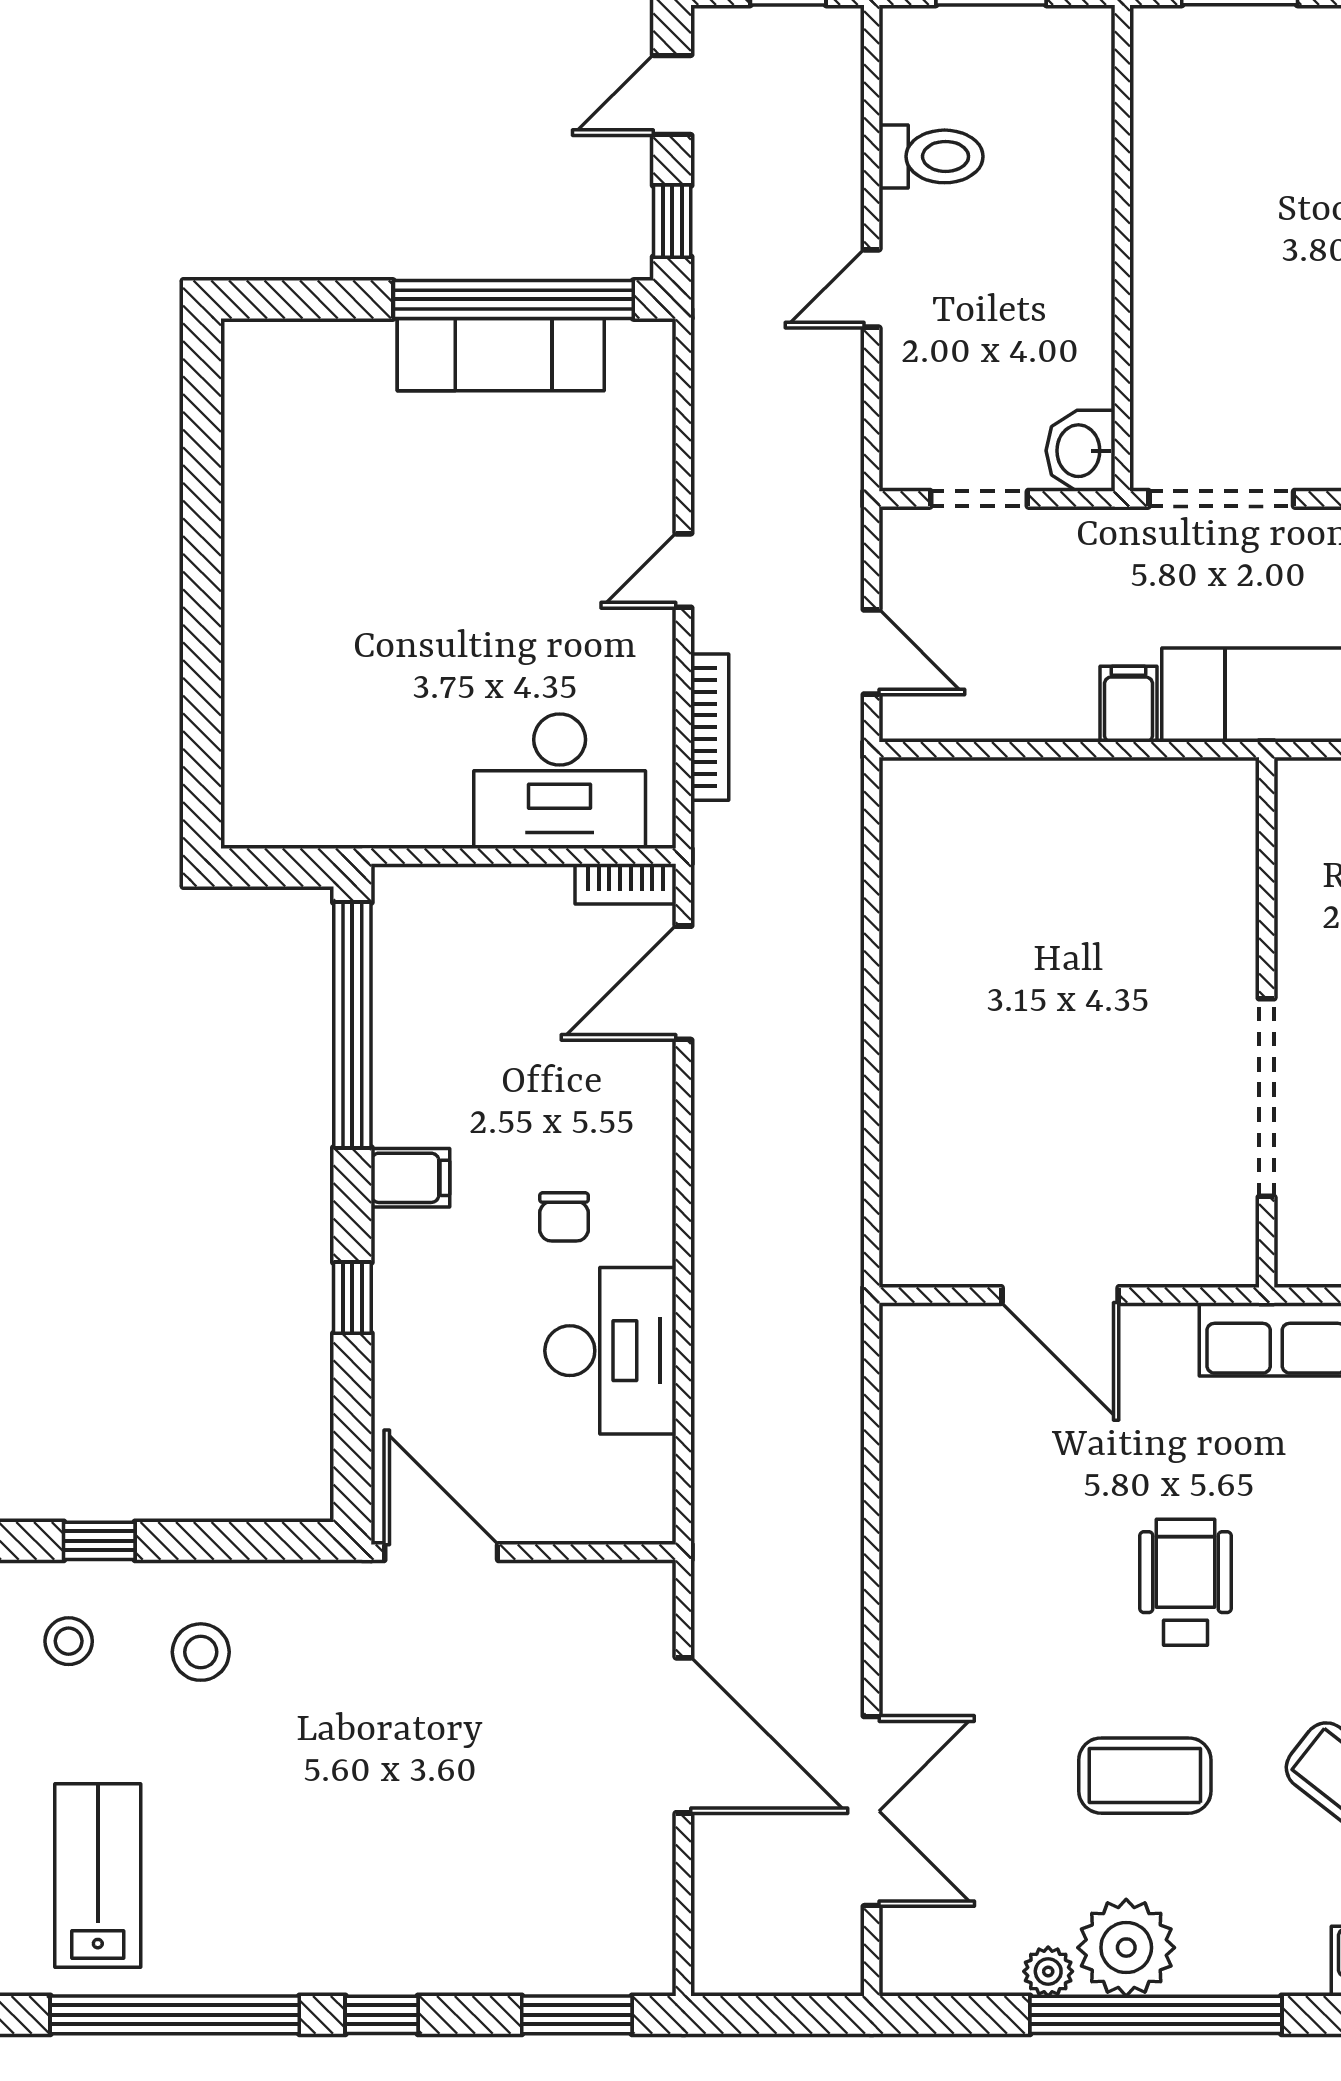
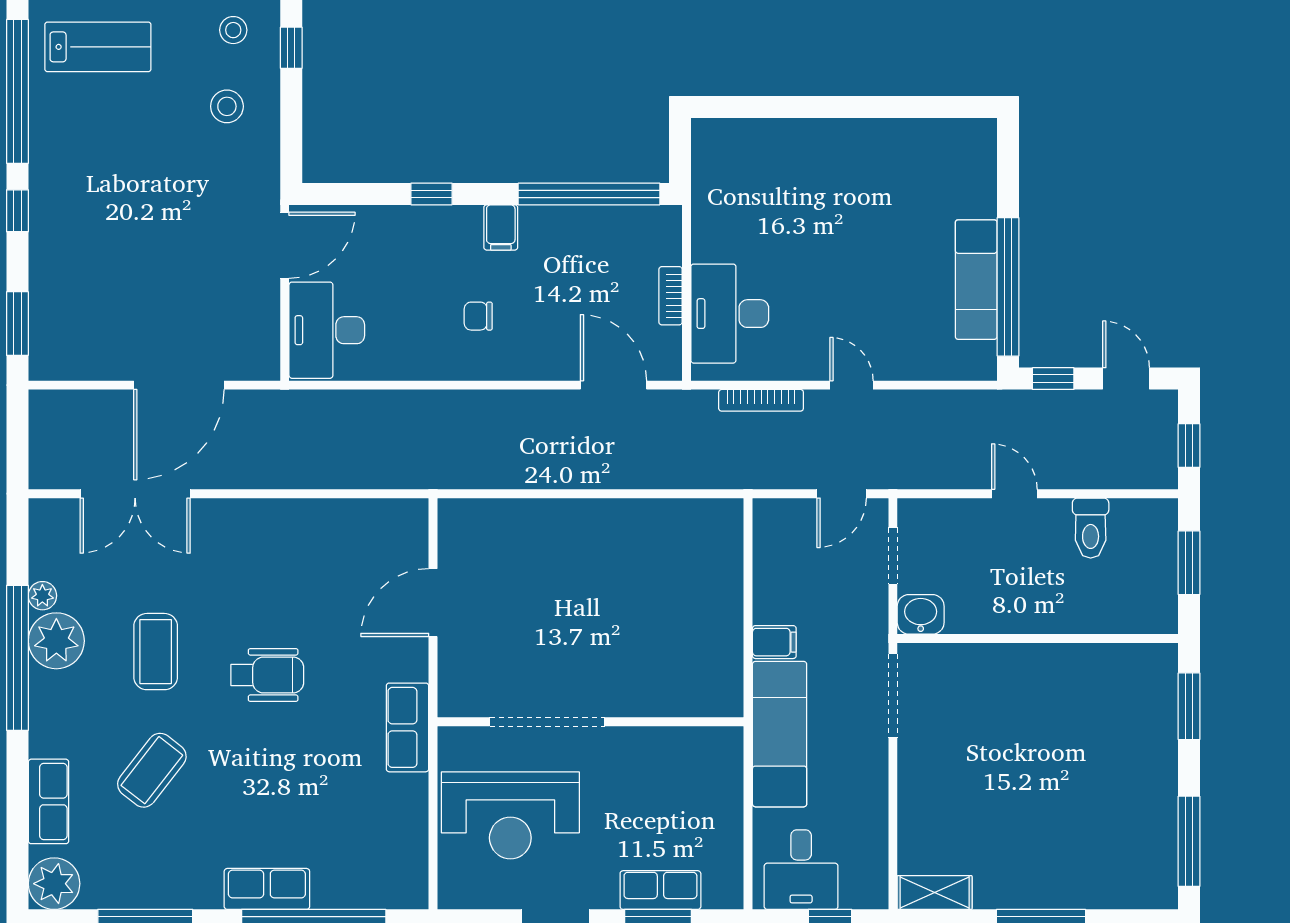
door: (872, 652) -> (842, 494), moved
bookcase: (626, 884) -> (671, 296), moved
desk: (610, 1351) -> (327, 330), moved, turned 90

